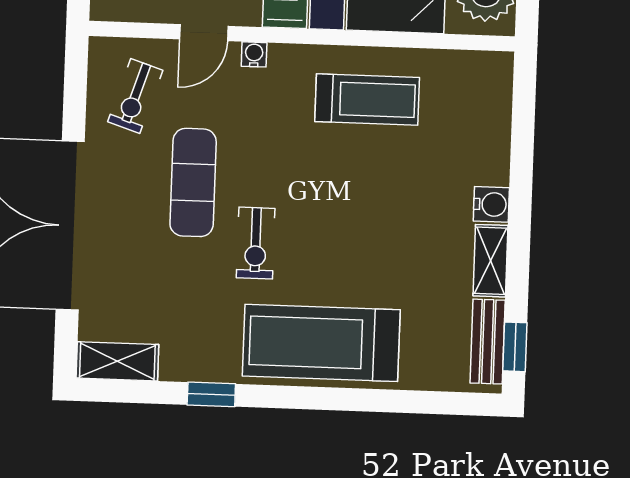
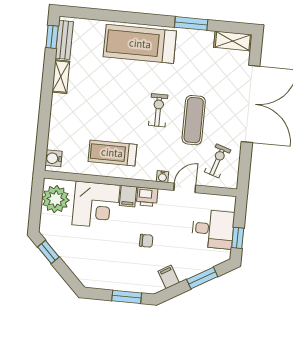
water cooler: (491, 204) -> (54, 158), moved
exercise bike: (256, 243) -> (158, 110), moved
treadmill: (321, 343) -> (140, 44), turned 180
window: (211, 394) -> (191, 23), width x1.50

